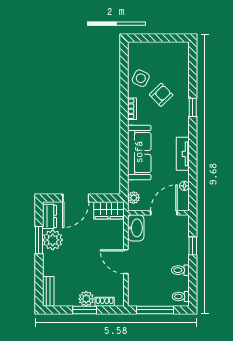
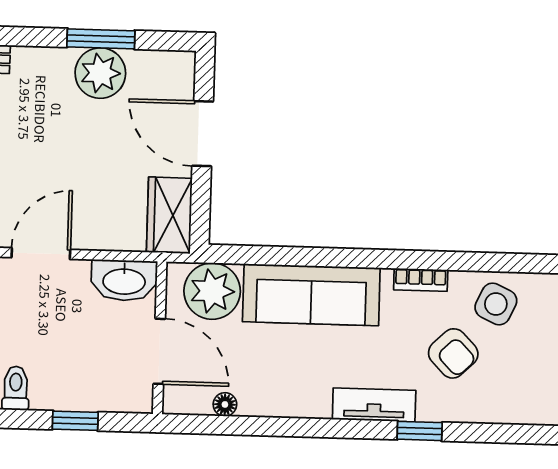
tv unit: (183, 154) -> (374, 405), moved
plant: (134, 198) -> (212, 291), width x1.87, depth x1.87
dresser: (49, 216) -> (159, 67), removed

